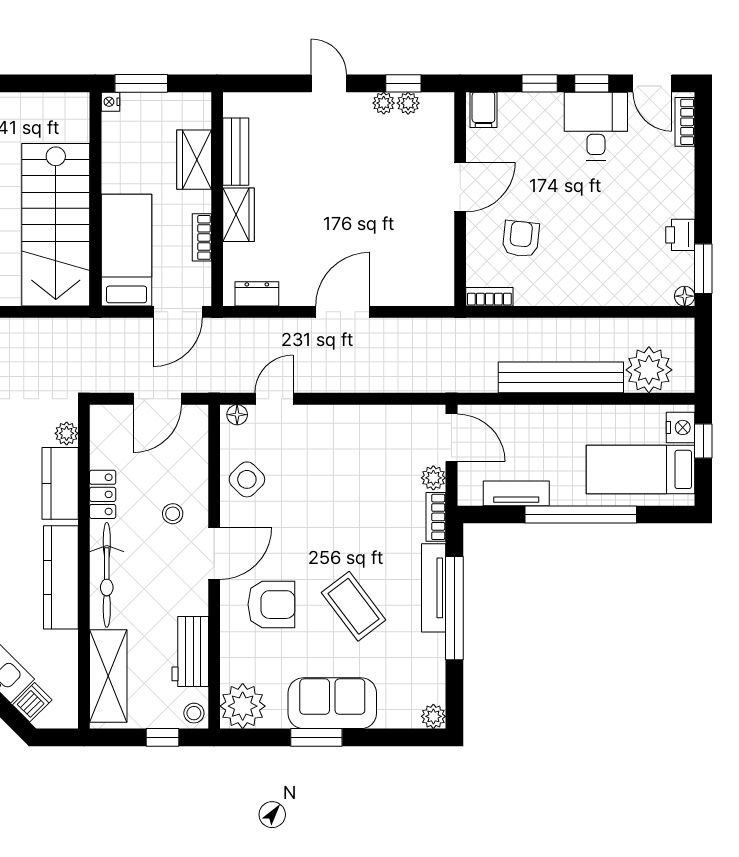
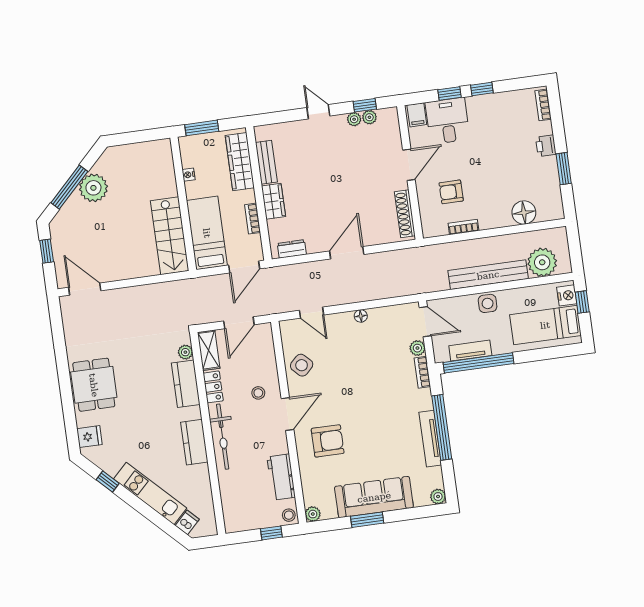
door: (652, 83) -> (520, 84), removed
nightstand: (110, 102) -> (189, 175), moved
desk: (596, 126) -> (448, 121), moved
wardrobe: (194, 160) -> (240, 162), width x1.50
stairs: (56, 225) -> (170, 236), width x0.73, depth x0.66
printer: (680, 235) -> (546, 146), moved
armchair: (521, 239) -> (451, 192), turned -96
shoe rack: (443, 263) -> (405, 214), added
window: (703, 269) -> (564, 169), moved
floor lamp: (685, 296) -> (524, 213), moved, width x1.89, depth x1.89
bookcase: (489, 297) -> (463, 227), moved
door: (274, 399) -> (312, 313), swing flipped
floor lamp: (237, 415) -> (361, 316), moved
side table: (554, 423) -> (488, 303), added
window: (581, 515) -> (479, 363), moved
kitchen counter: (61, 577) -> (194, 442), width x0.67
tv unit: (434, 588) -> (430, 439), moved
coffee table: (354, 606) -> (379, 435), removed
shelving: (108, 676) -> (209, 350), moved, width x0.67, depth x0.75
sofa: (332, 703) -> (374, 497), width x1.36
plant: (243, 706) -> (313, 514), width x0.53, depth x0.53

